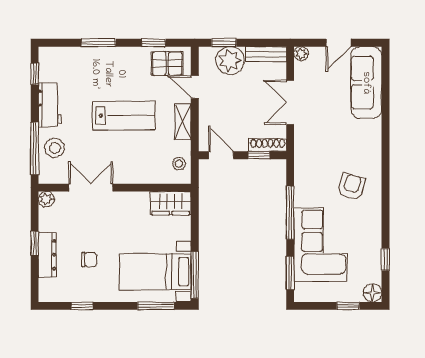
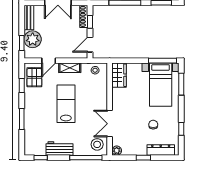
stool: (55, 148) -> (97, 144), moved
dresser: (47, 255) -> (161, 150), moved

